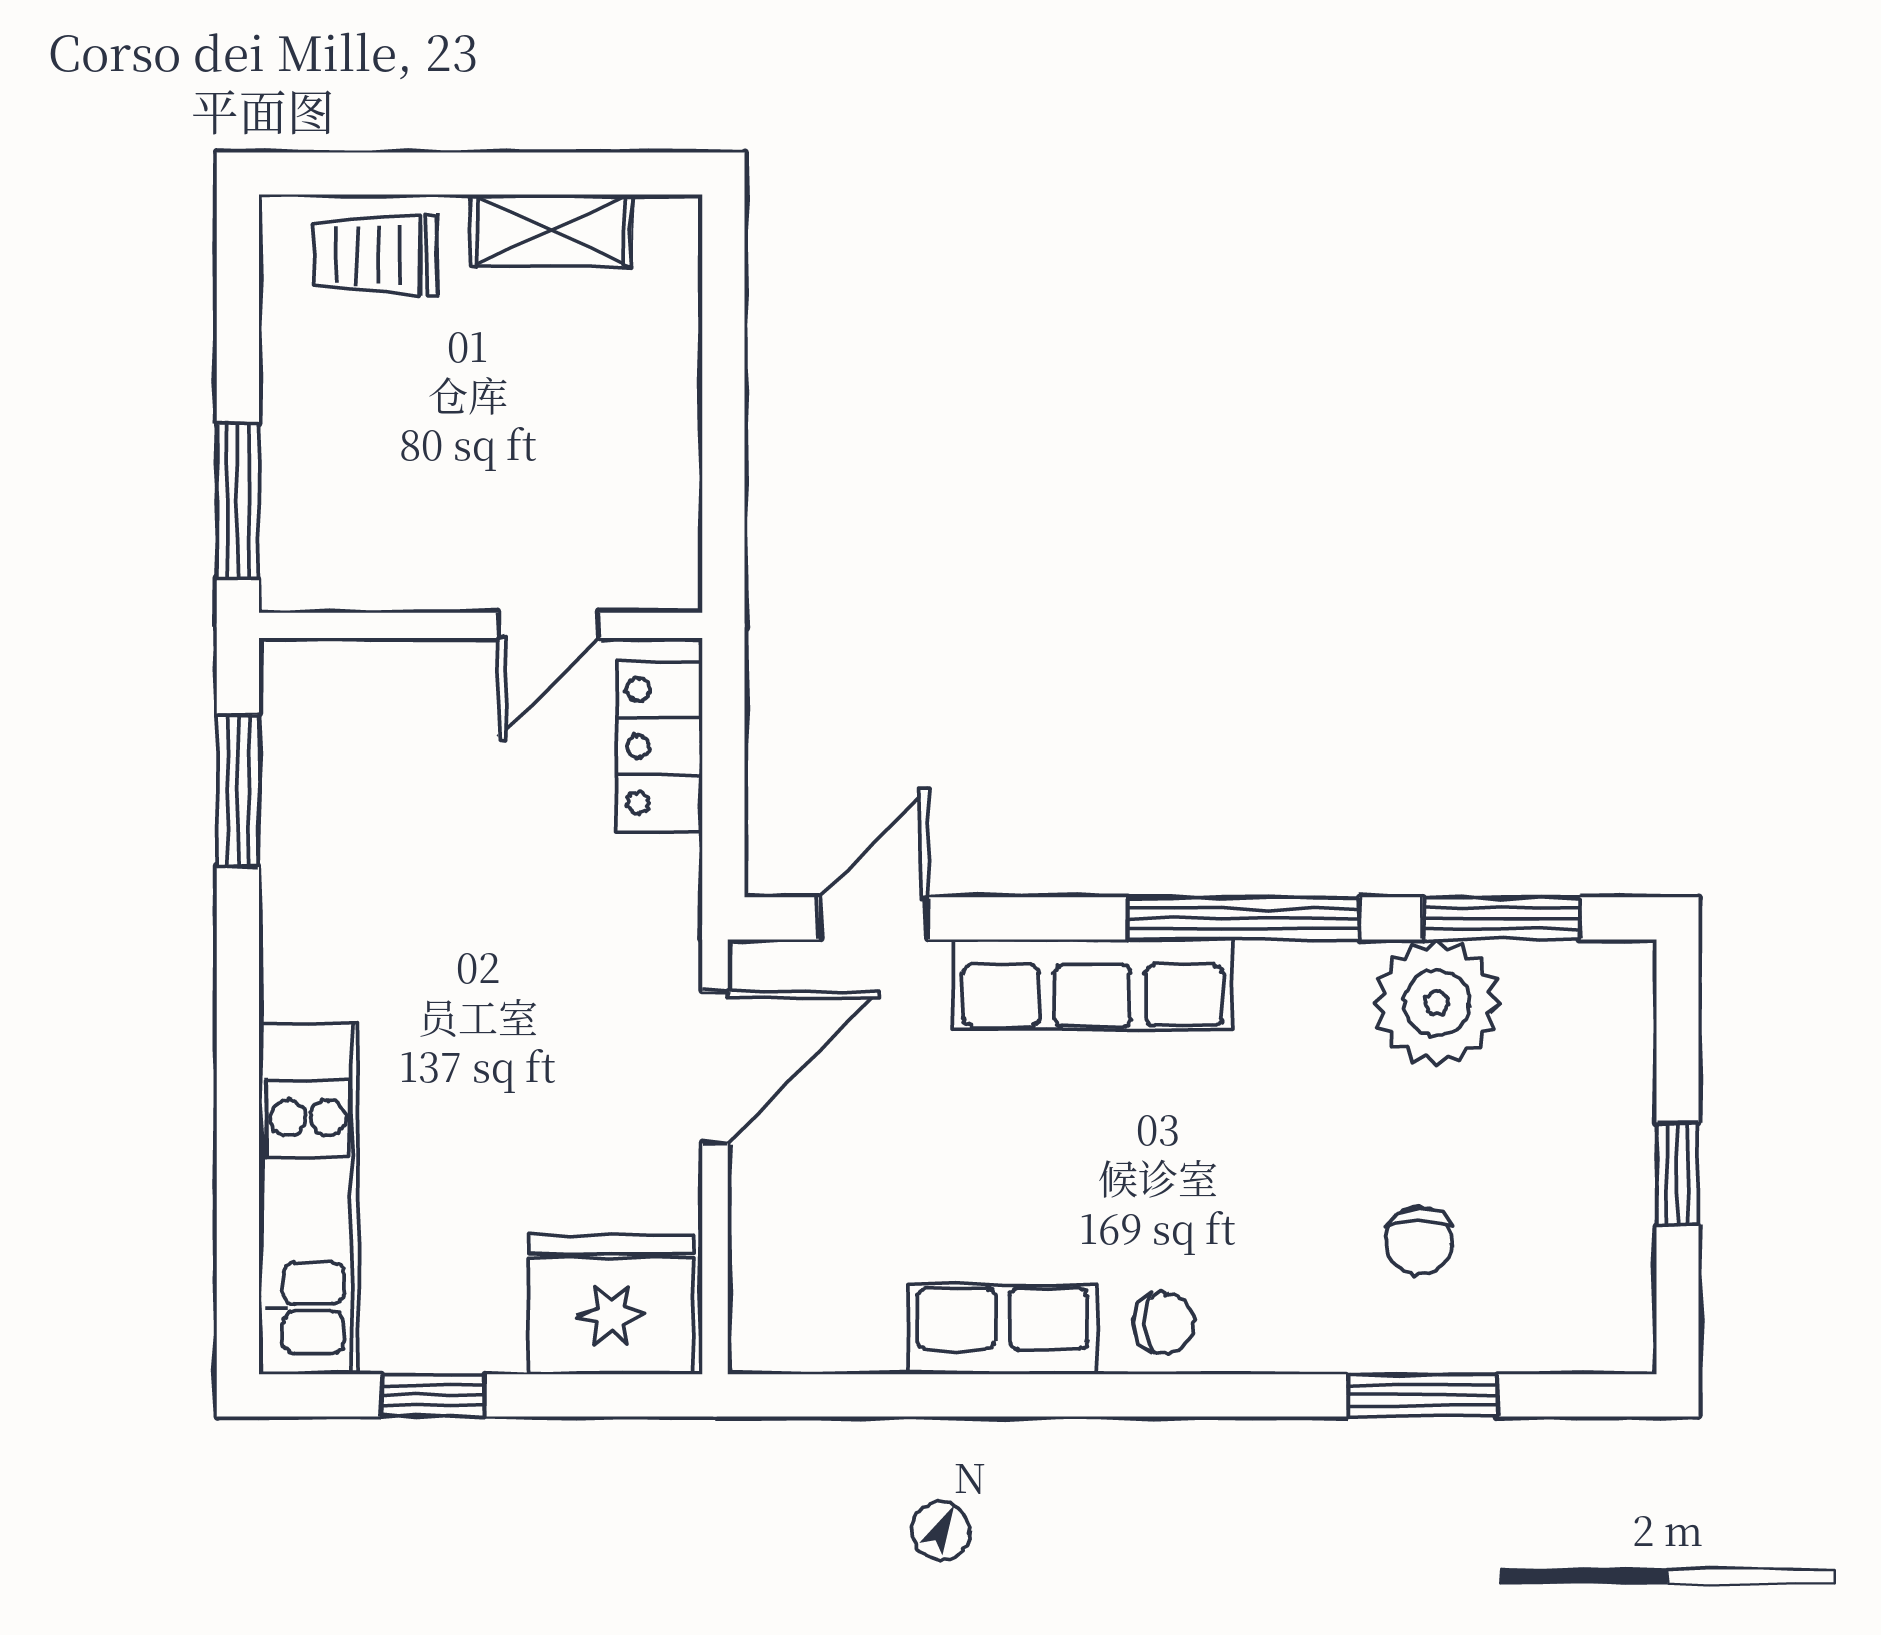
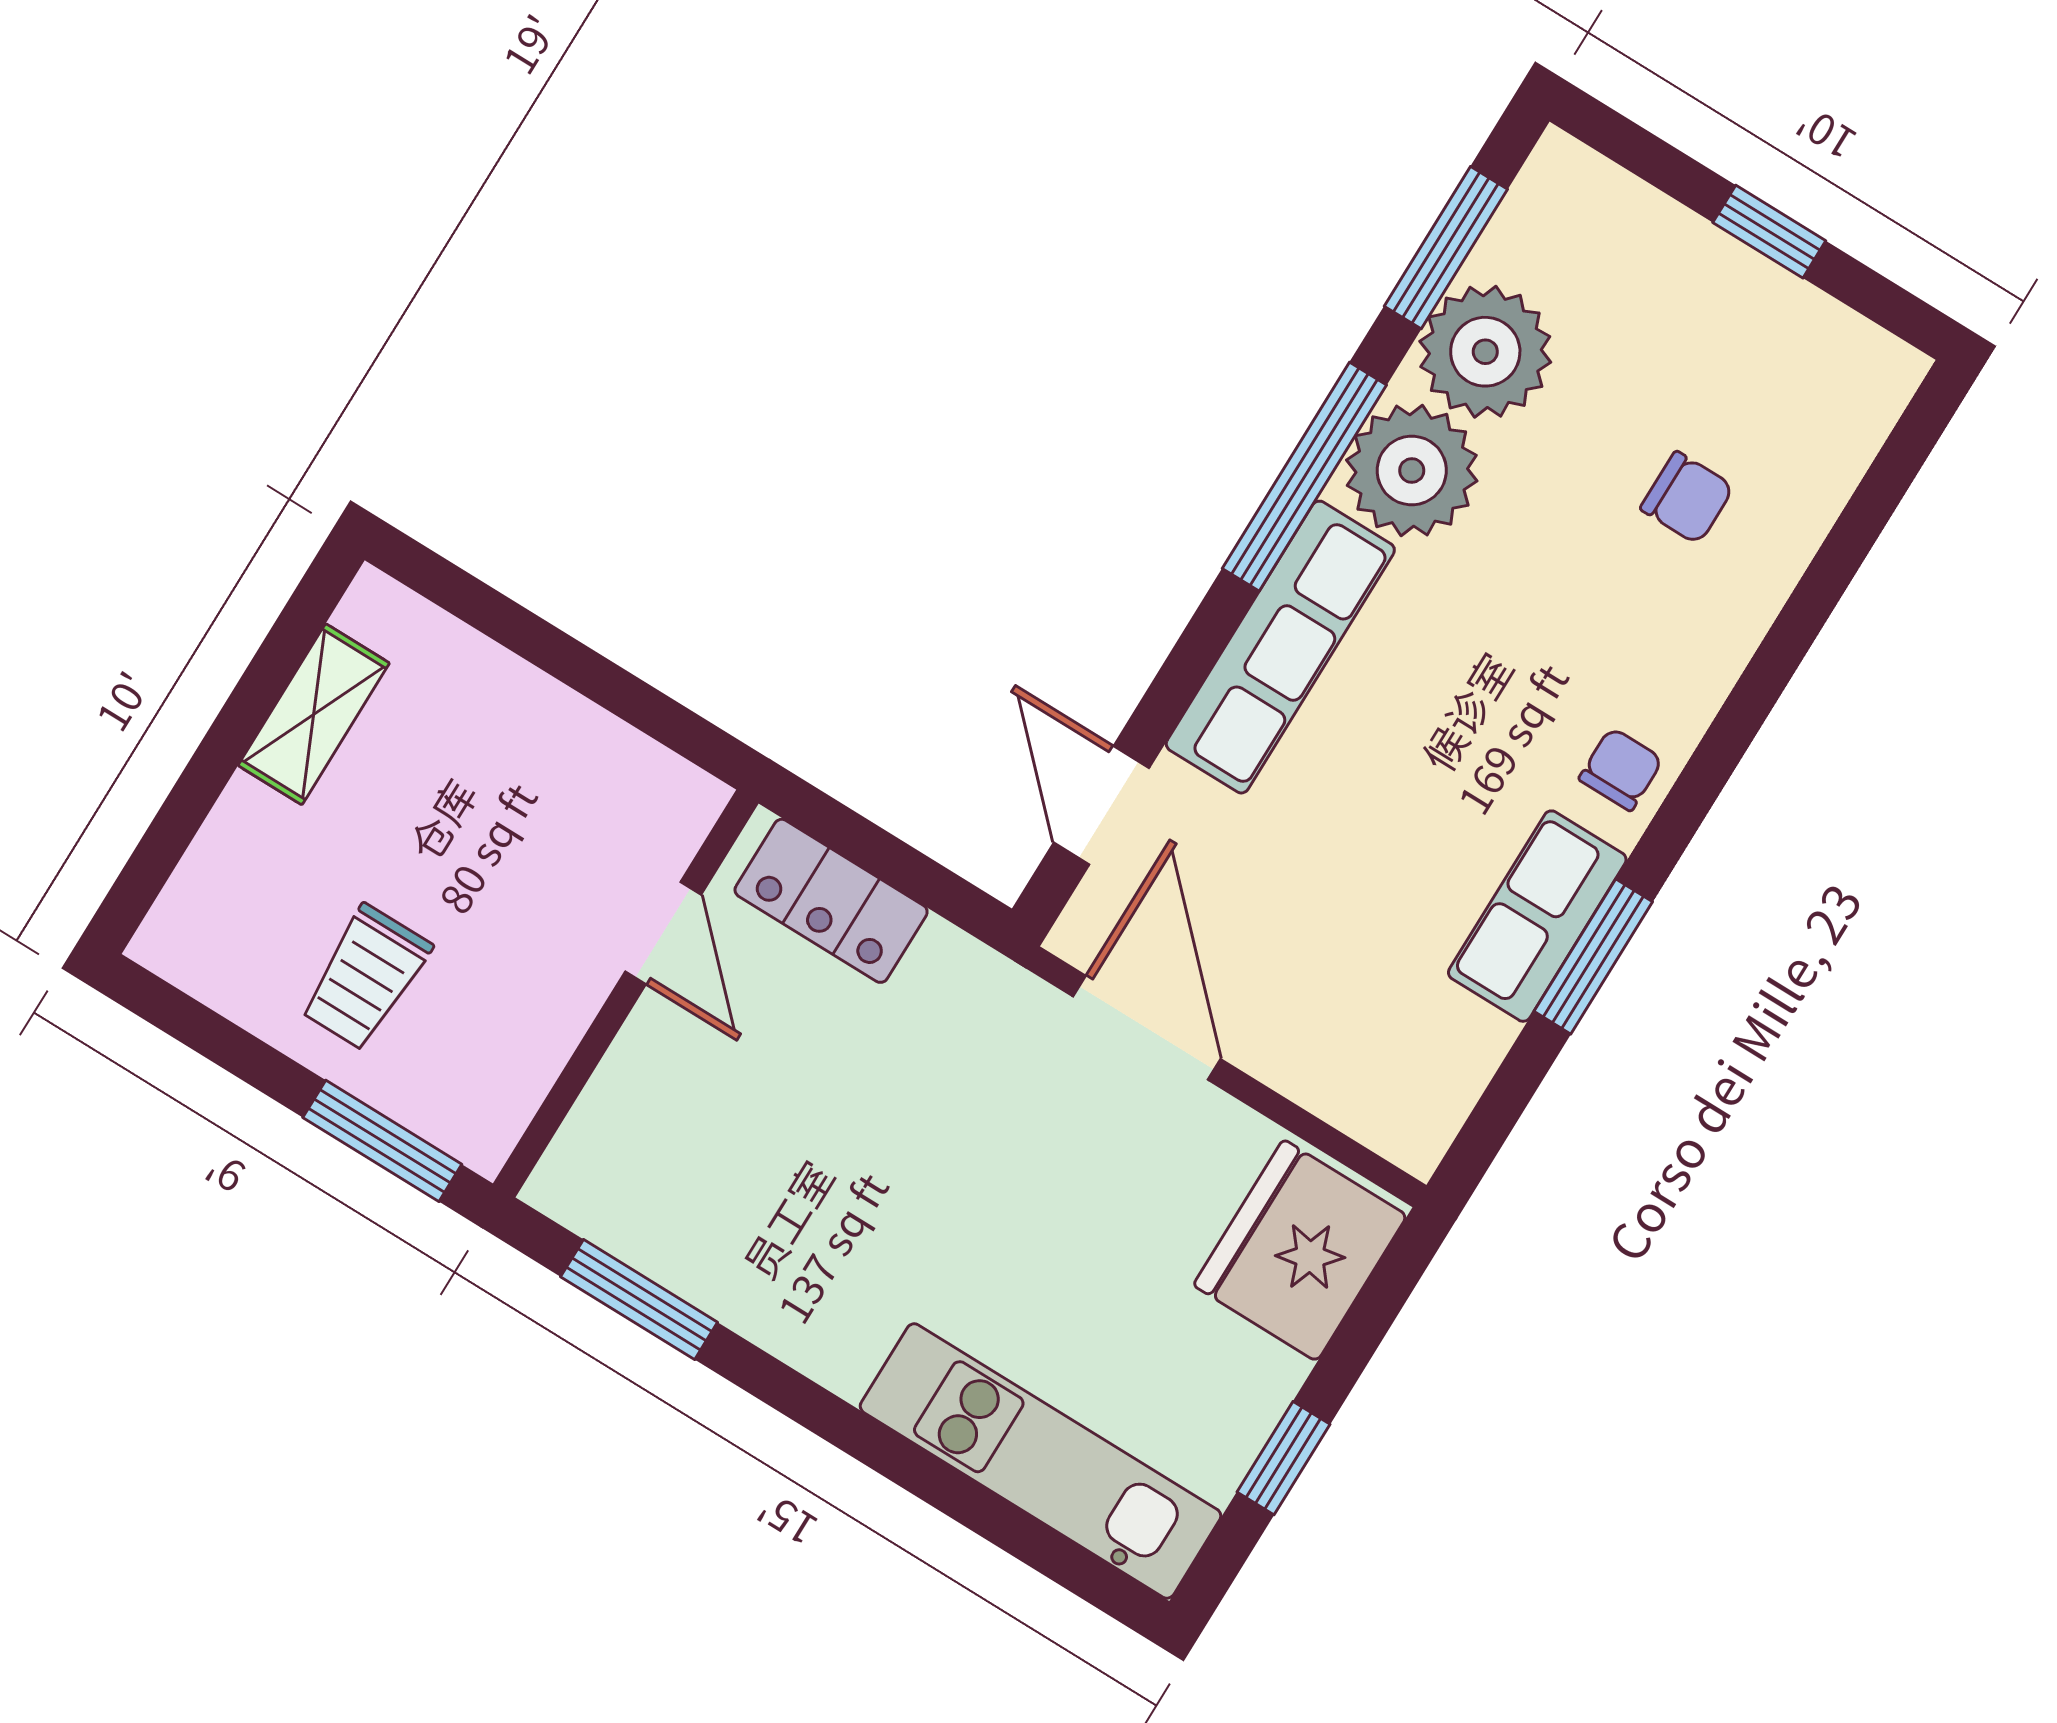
trolley: (376, 255) -> (366, 978), moved
plant: (1303, 1003) -> (1412, 470), added
window: (1422, 1395) -> (1593, 956), moved

